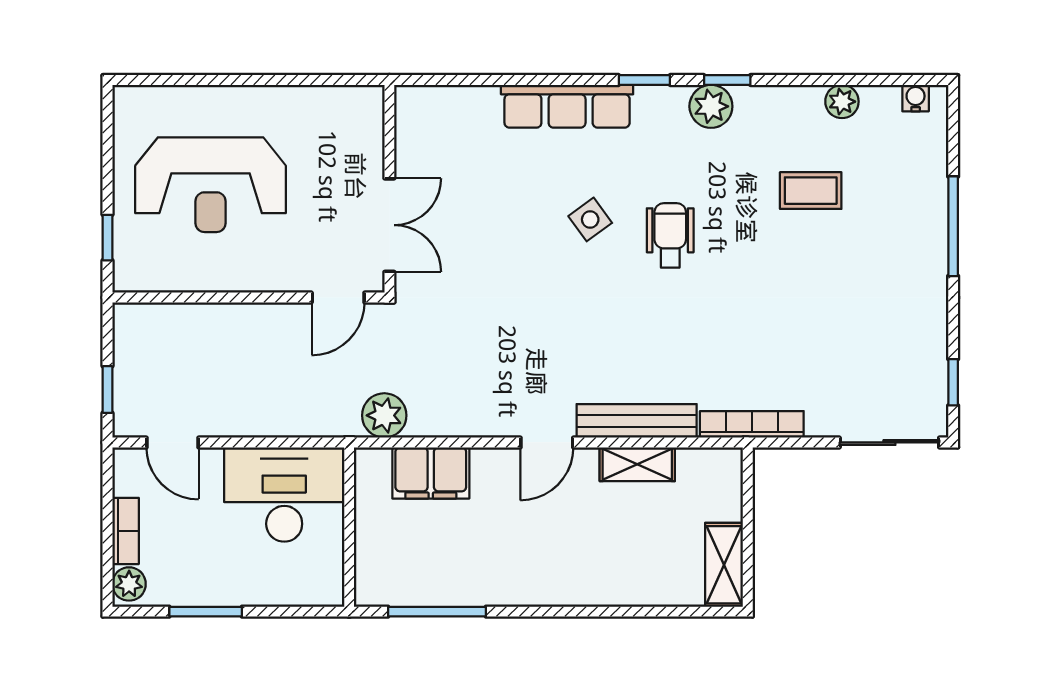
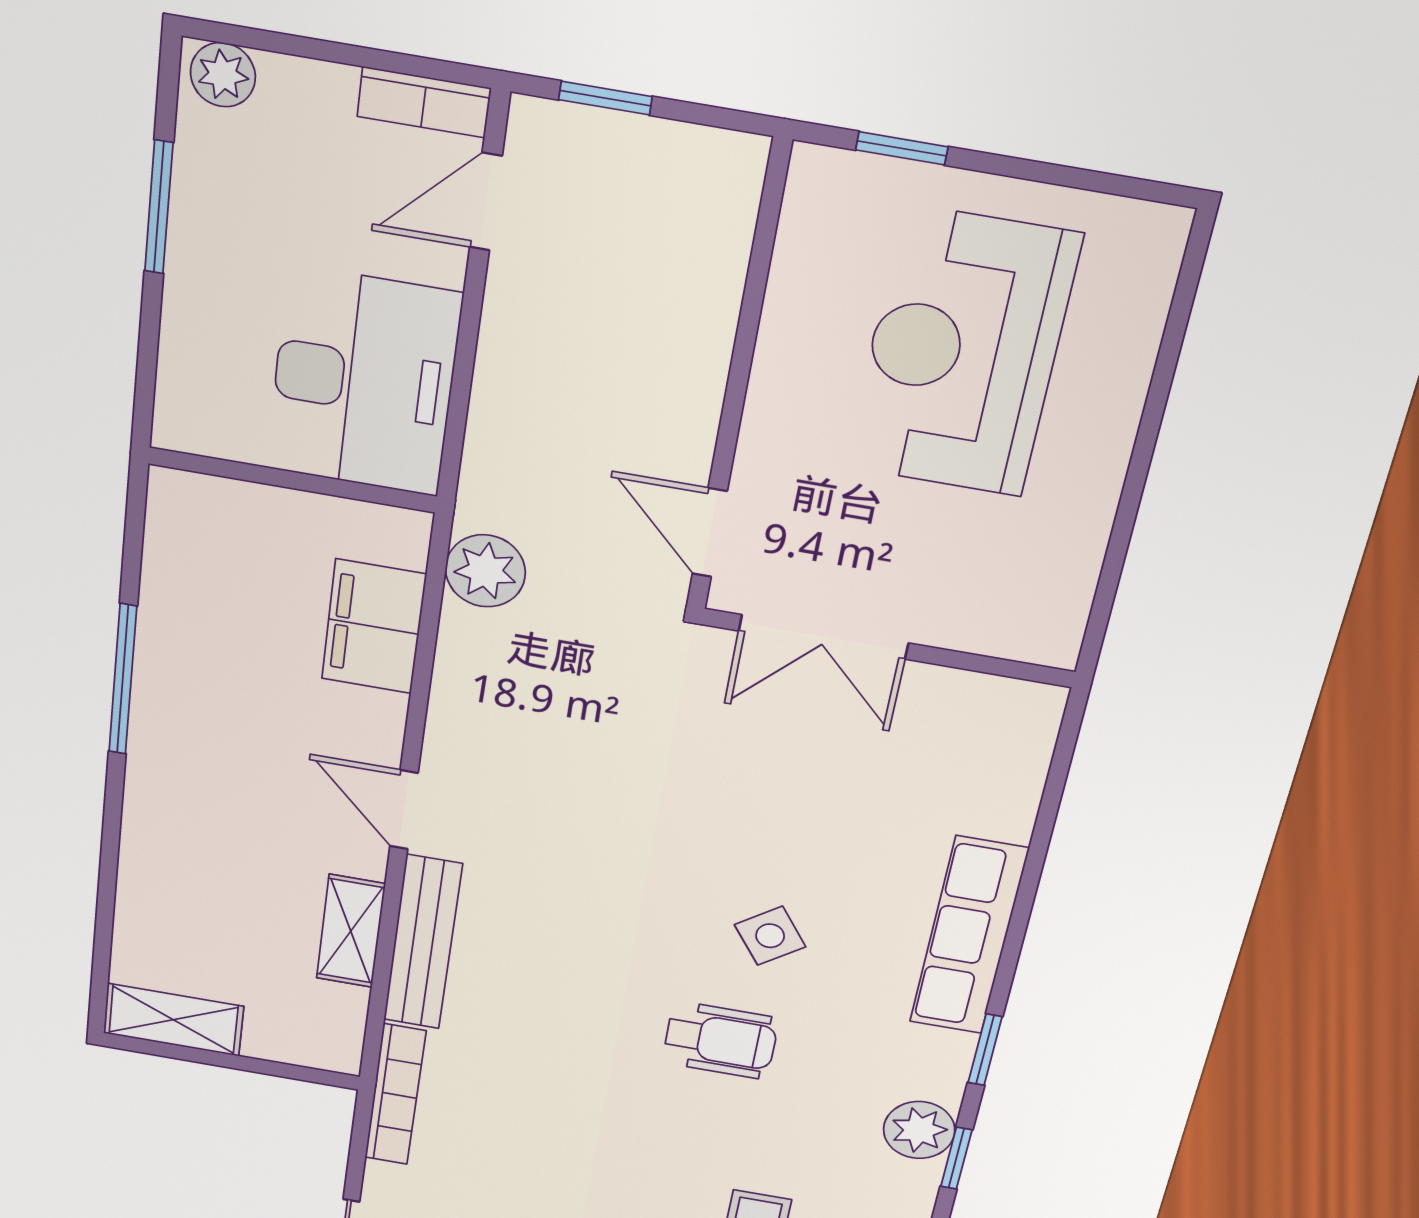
bookcase: (126, 531) -> (424, 102), moved
window: (437, 612) -> (123, 680), moved

